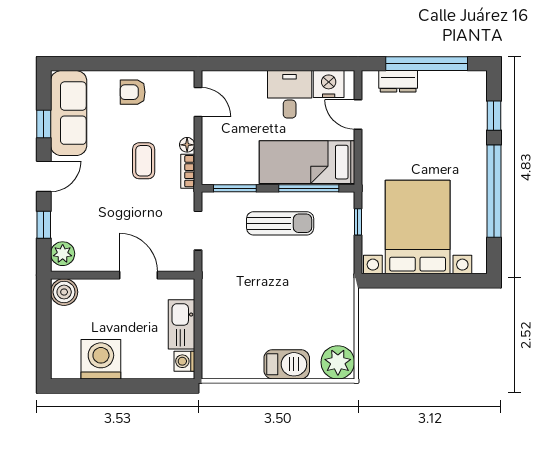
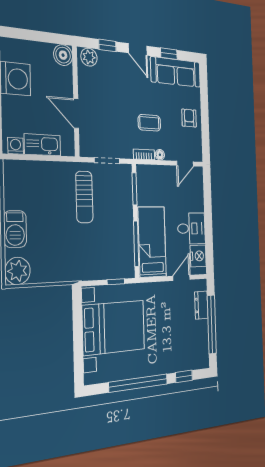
sun lounger: (280, 223) -> (84, 197), moved
door: (138, 275) -> (76, 113), swing flipped

